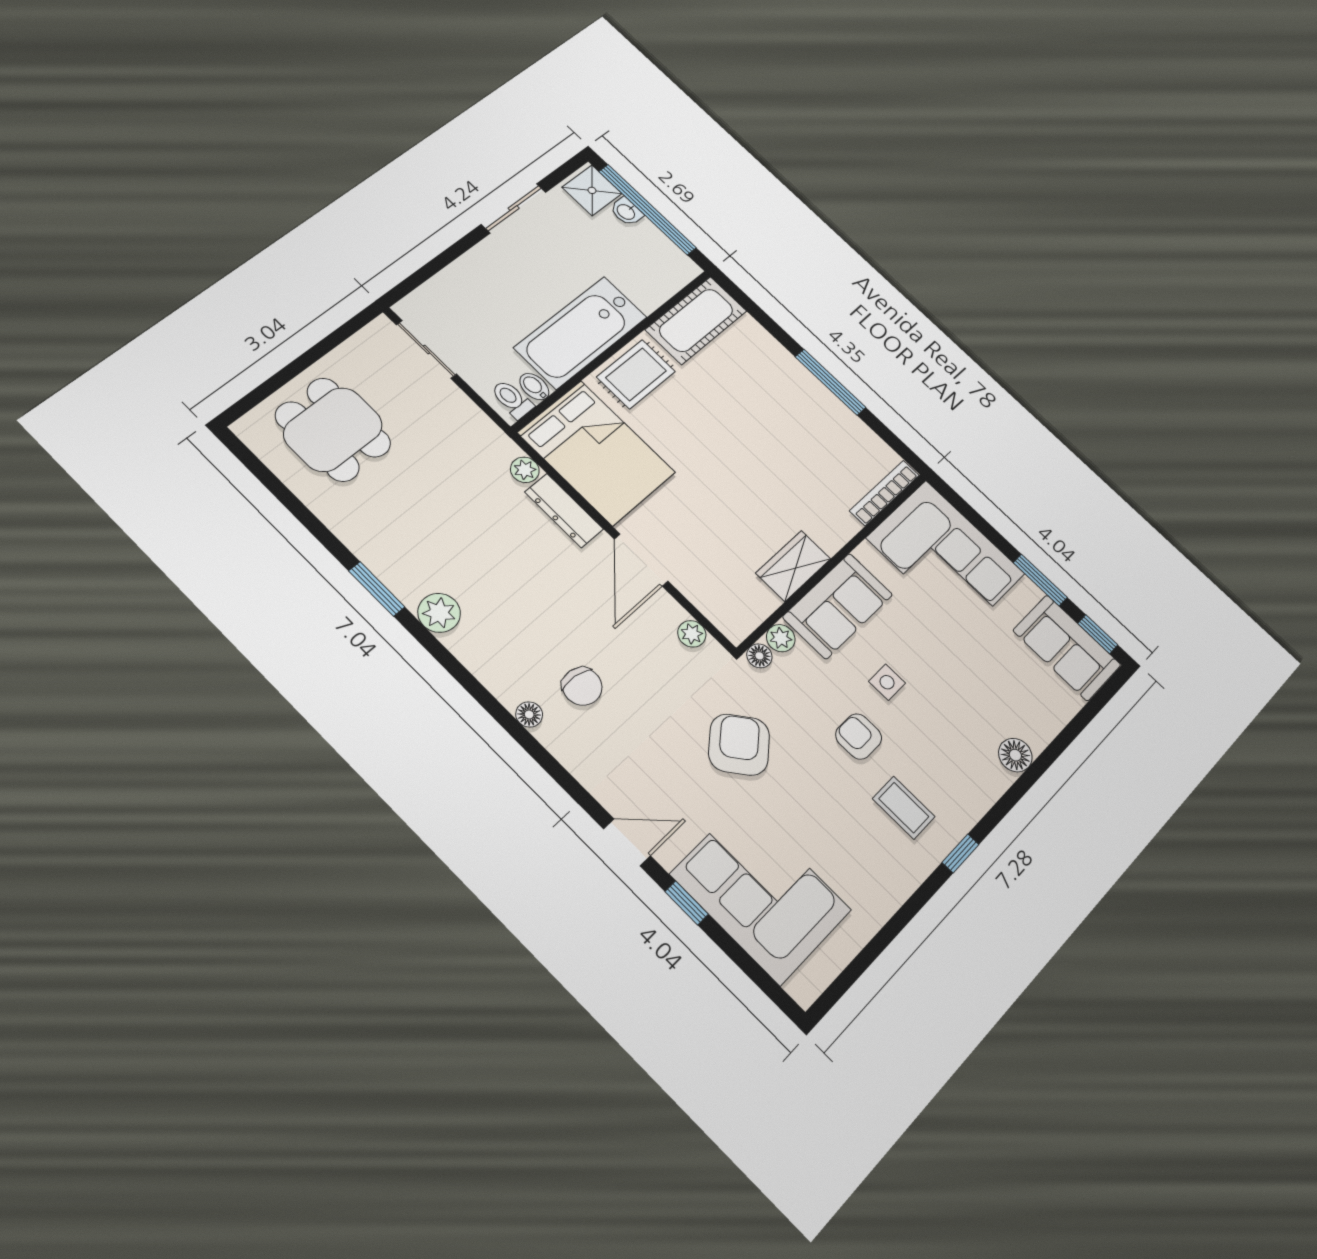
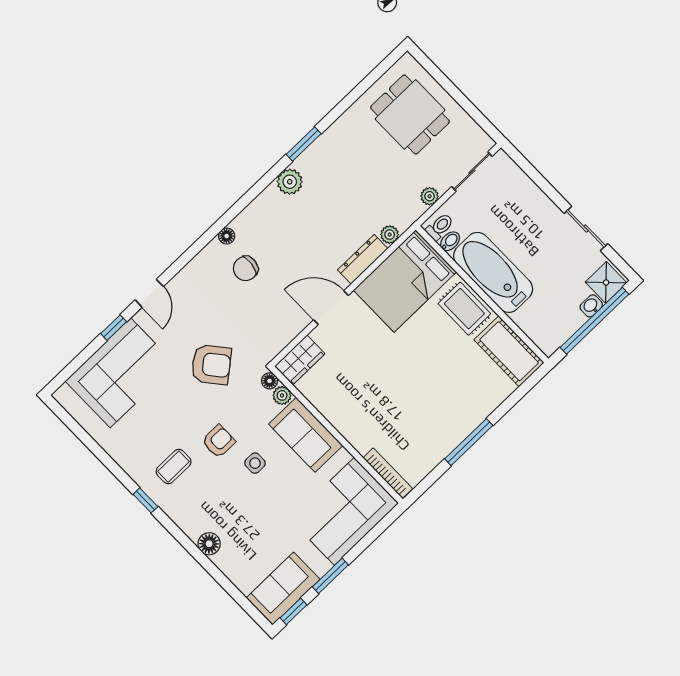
dining table: (333, 429) -> (410, 114), turned 90
wardrobe: (793, 566) -> (300, 360), moved, turned 90
plant: (692, 634) -> (430, 196), moved

